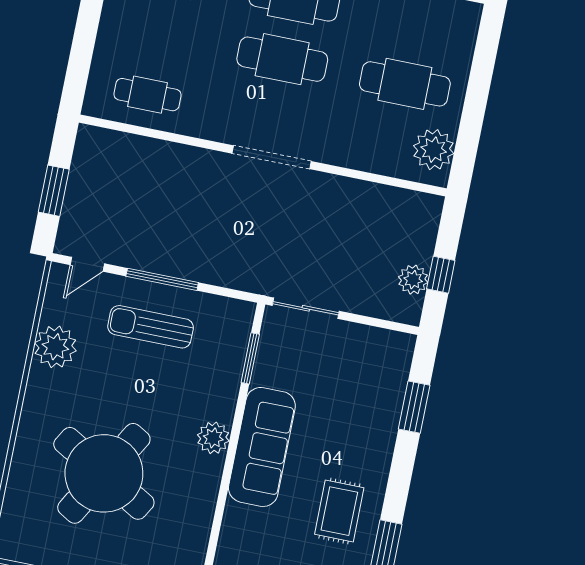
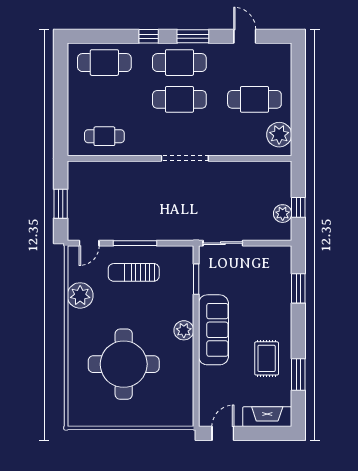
round table: (104, 473) -> (124, 364), turned -30

